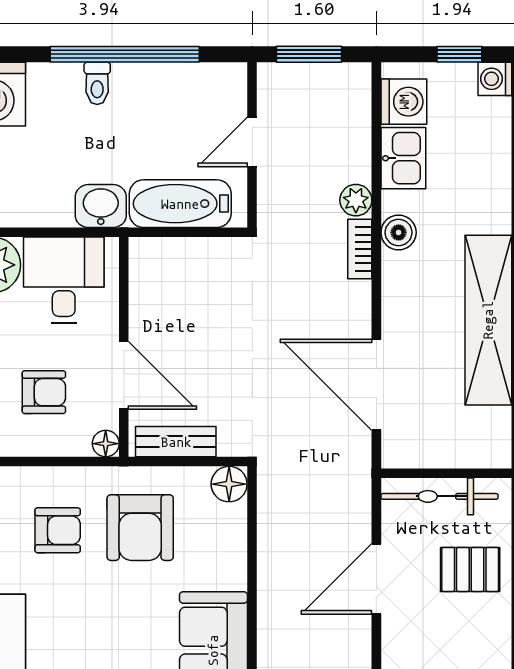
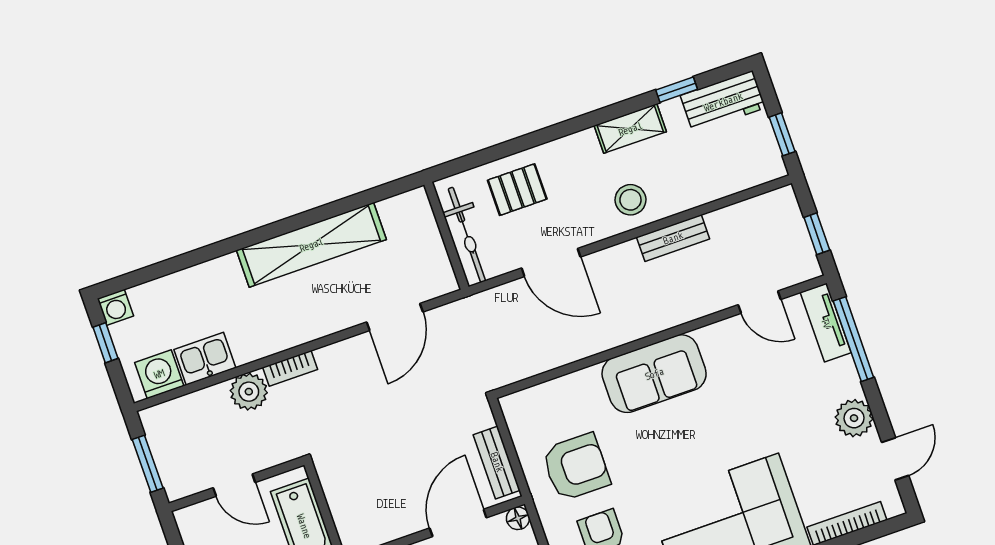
plant: (356, 200) -> (249, 392), width x1.38, depth x1.38
boiler: (399, 232) -> (266, 342), removed
door: (376, 385) -> (395, 317), width x0.73
floor lamp: (229, 484) -> (516, 408), removed
pallet: (470, 569) -> (517, 190), turned 90

